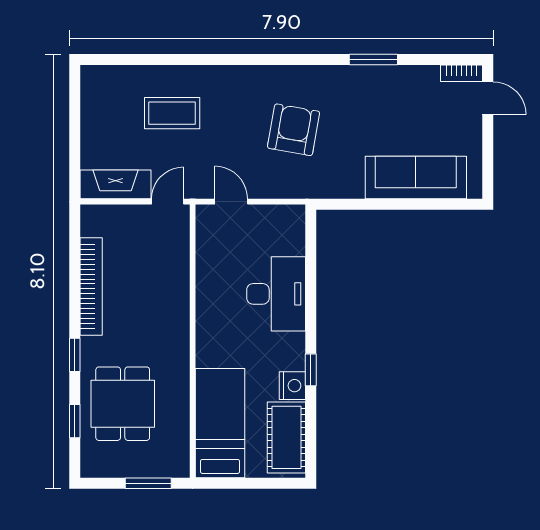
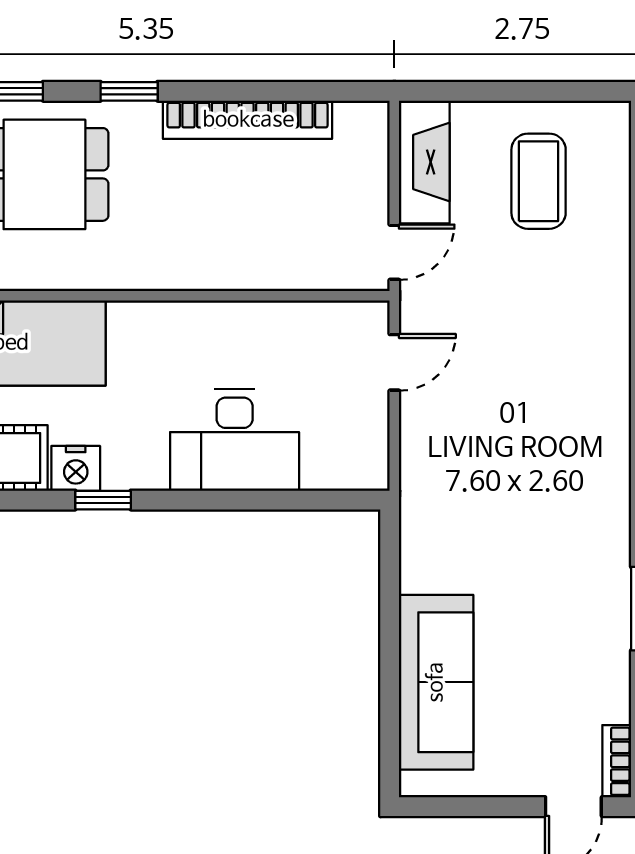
coffee table: (172, 113) -> (539, 181), moved
armchair: (294, 130) -> (519, 470), removed
door: (168, 202) -> (394, 252), hinge flipped

